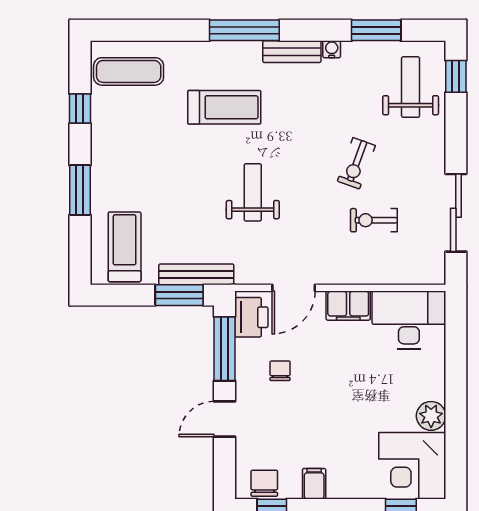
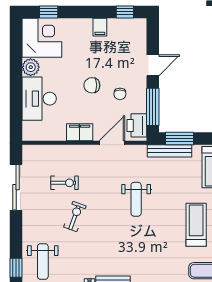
treadmill: (224, 107) -> (196, 225), moved, turned 90
desk: (409, 320) -> (39, 99), moved, turned 90
chair: (264, 483) -> (92, 85), moved, turned 90

